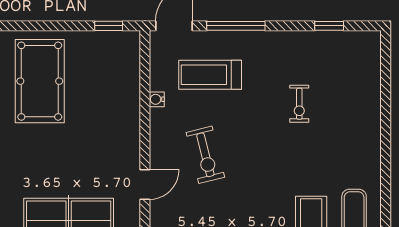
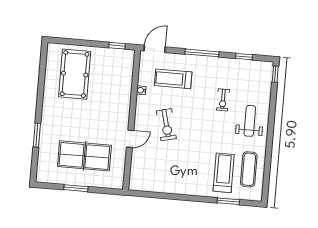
window: (236, 26) -> (202, 53), moved
window: (386, 52) -> (275, 74), added
weight bench: (349, 136) -> (250, 121), added

